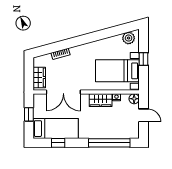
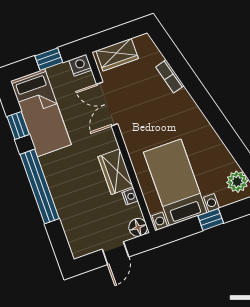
double door: (63, 92) -> (107, 104), width x0.73
nightstand: (38, 99) -> (80, 65), added
window: (109, 143) -> (40, 187), moved

